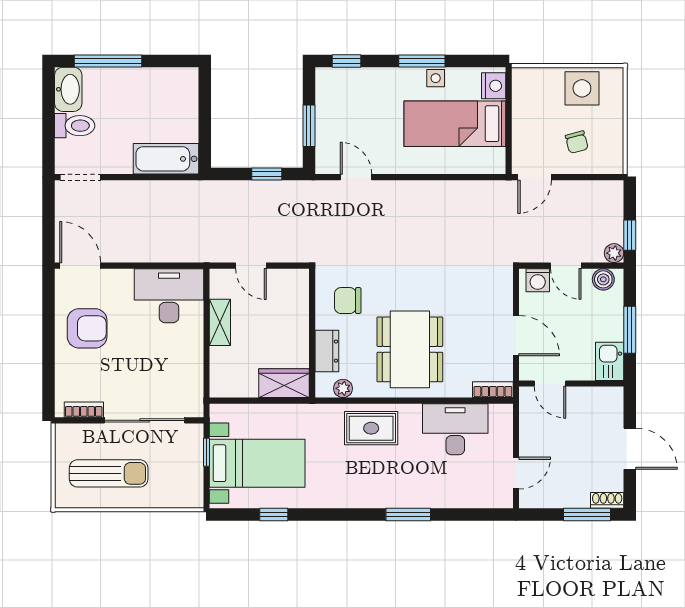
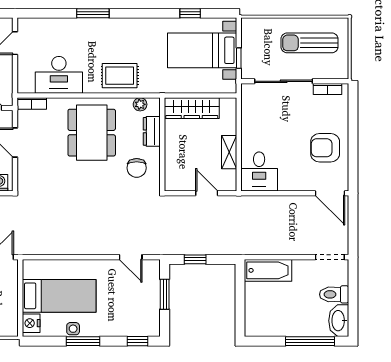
desk: (169, 296) -> (259, 171), width x0.73
chair: (348, 301) -> (137, 168), turned 90
wardrobe: (284, 383) -> (192, 108), width x1.50

